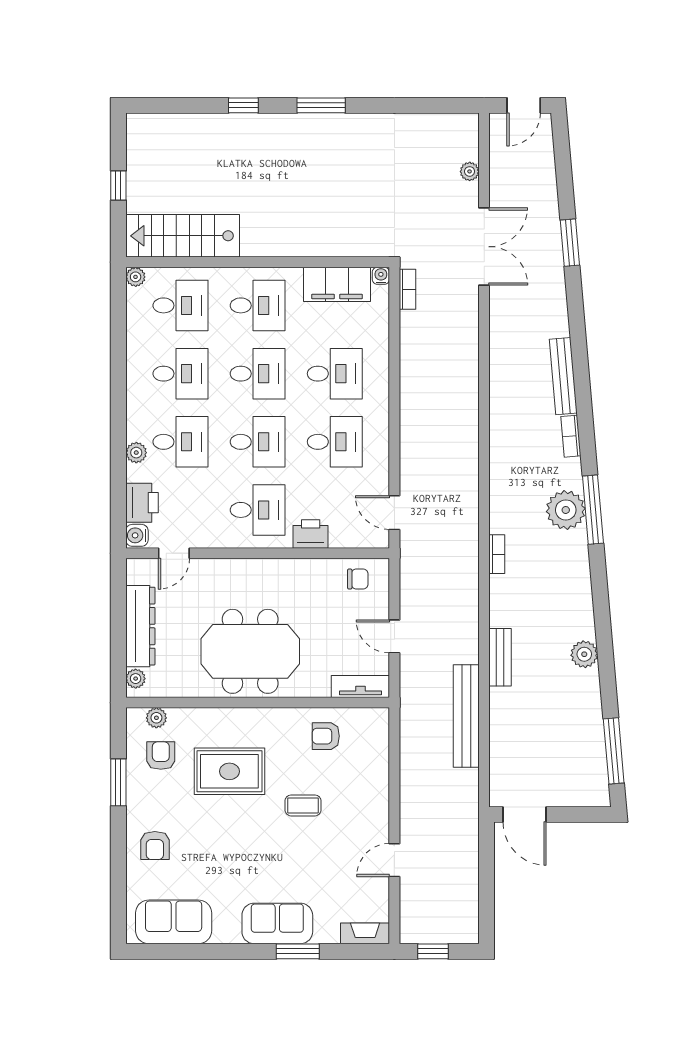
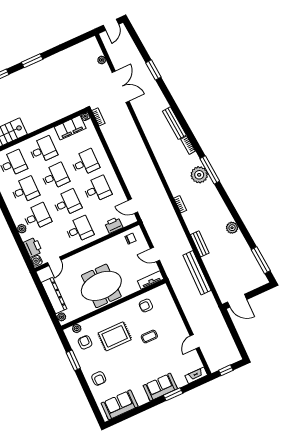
printer: (311, 534) -> (114, 225), moved

